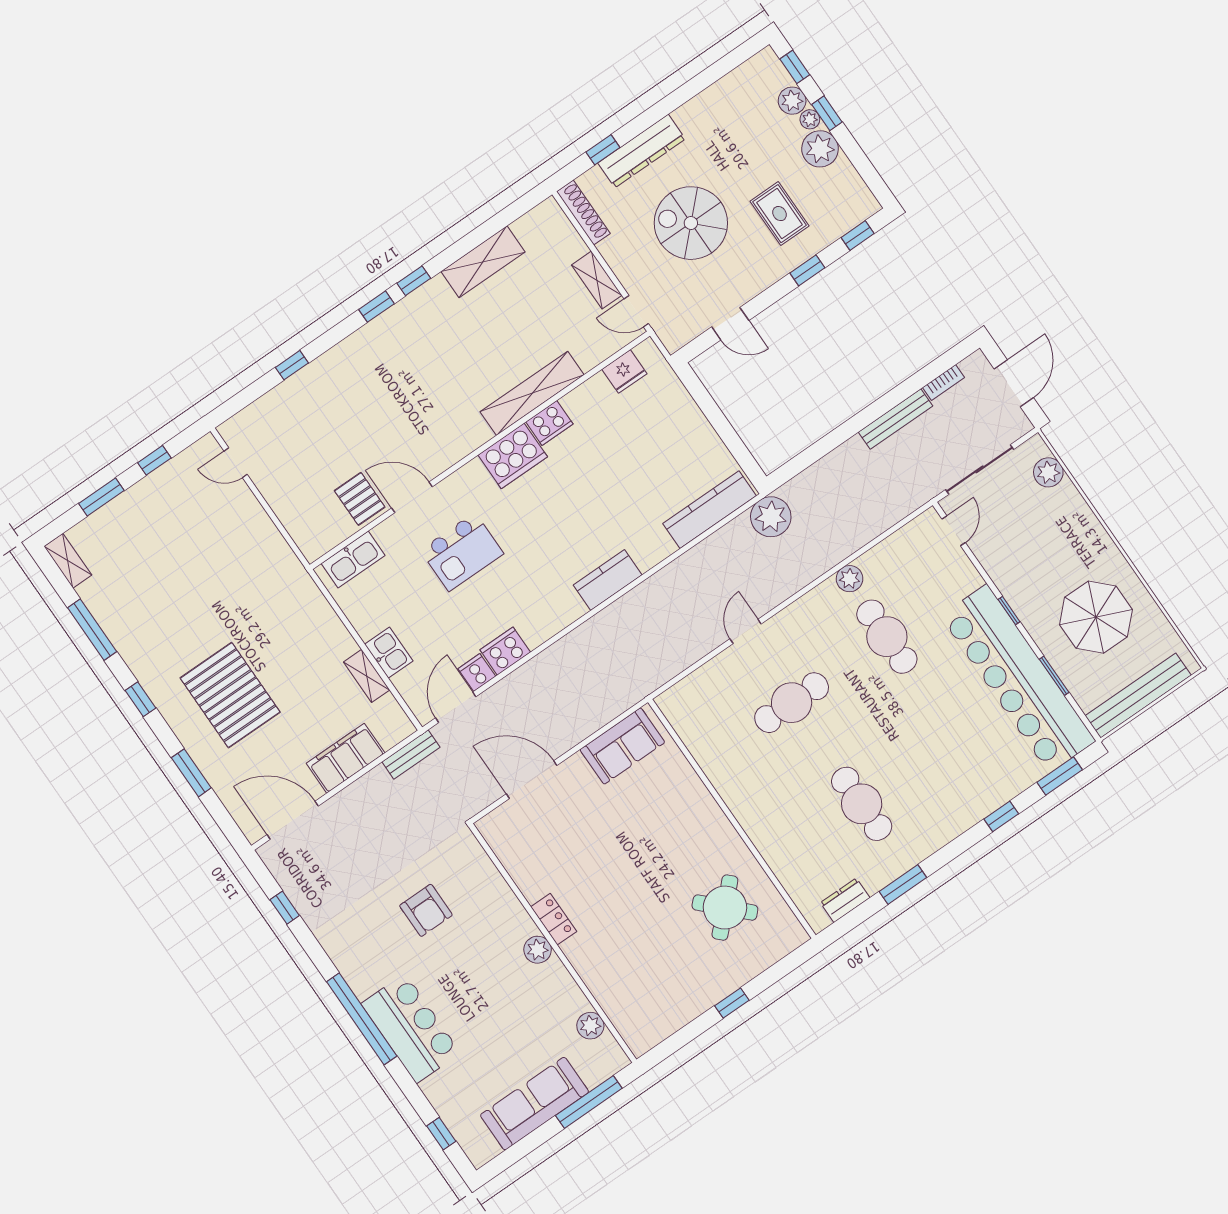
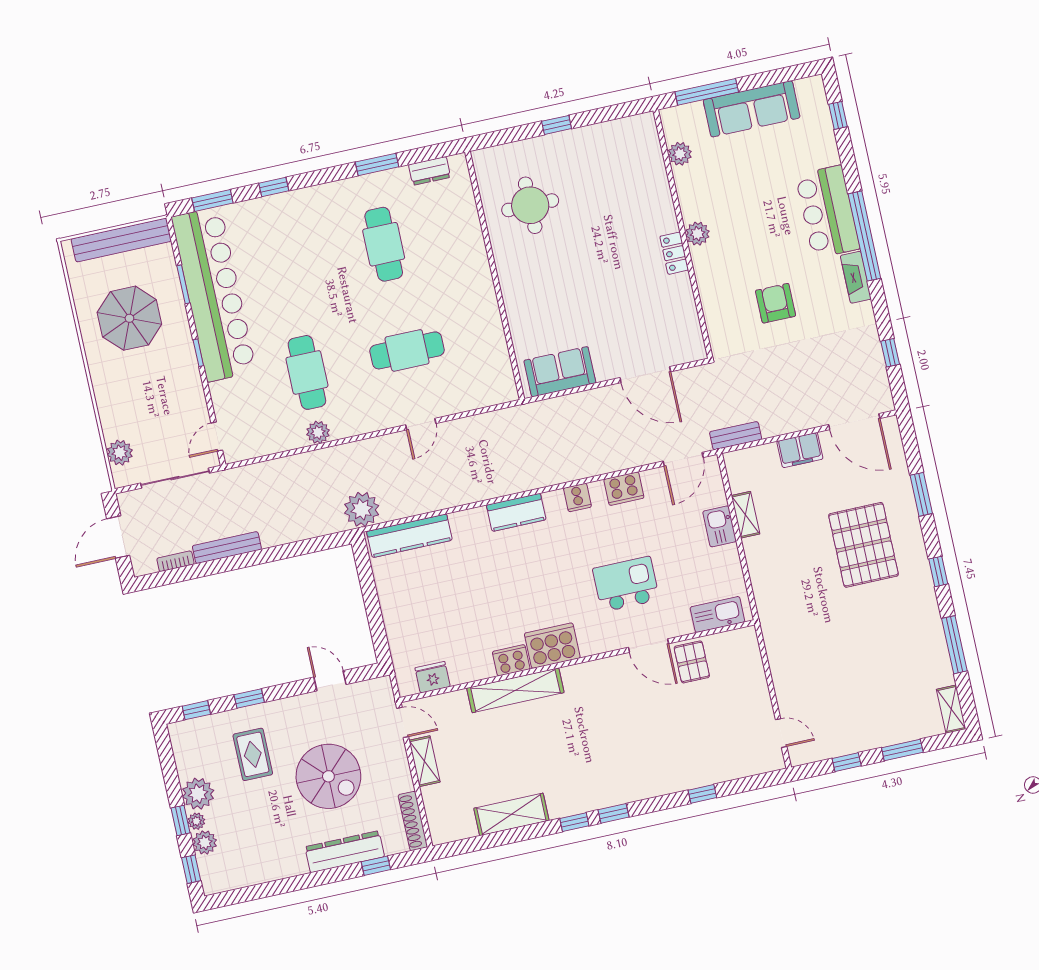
cooker: (477, 672) -> (577, 498), moved
filing cabinet: (346, 758) -> (800, 450), width x0.67, depth x0.86
round table: (725, 908) -> (530, 205), turned 45
fireplace: (353, 972) -> (856, 277), added

